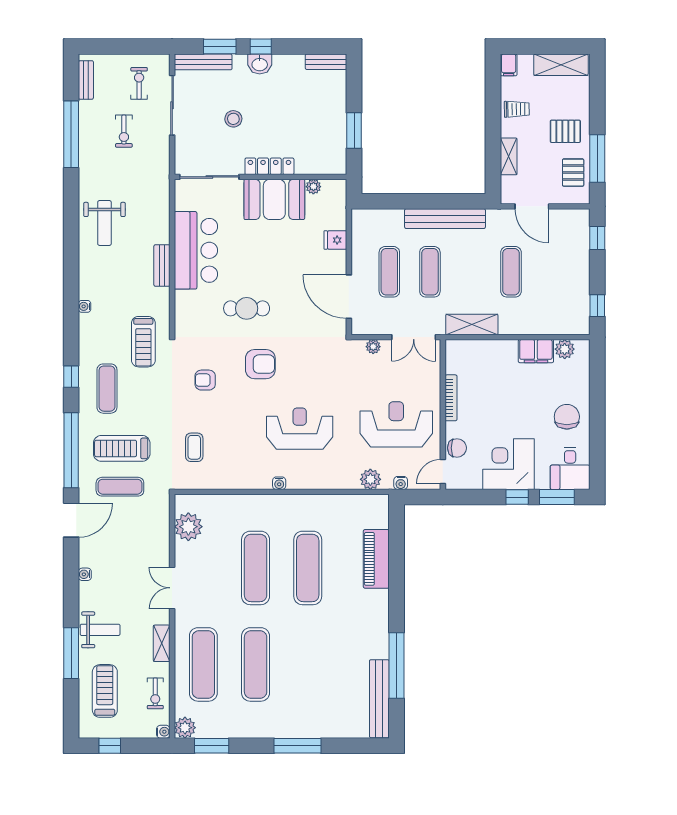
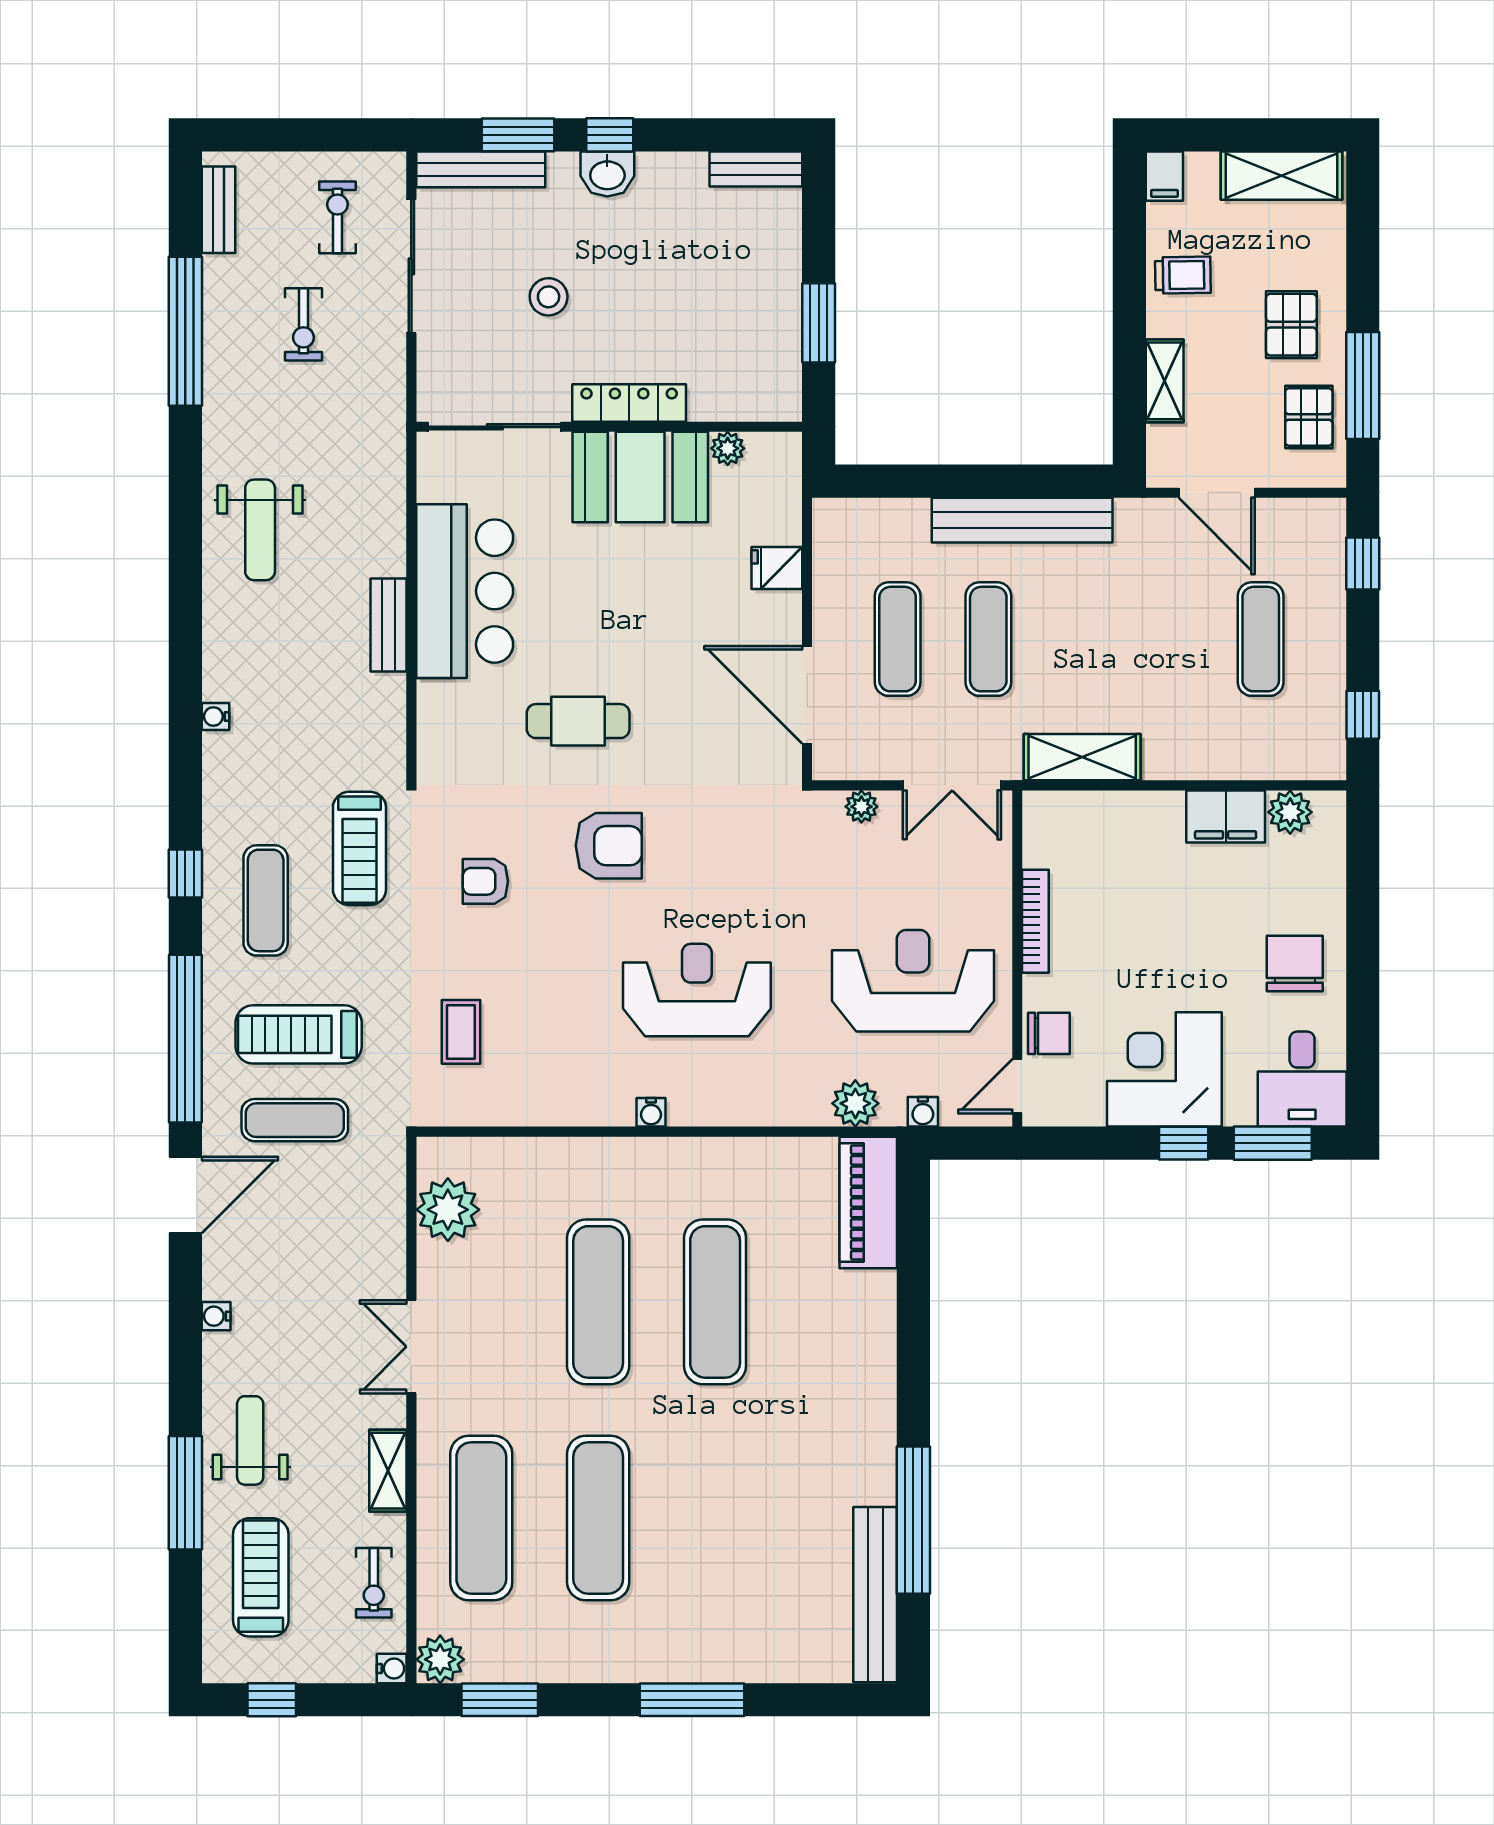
pallet: (565, 131) -> (1291, 325), turned 90
exercise mat: (511, 272) -> (1261, 639), moved
treadmill: (143, 342) -> (359, 848), moved
piano: (376, 559) -> (868, 1202), moved
weight bench: (100, 630) -> (250, 1440), turned -90

